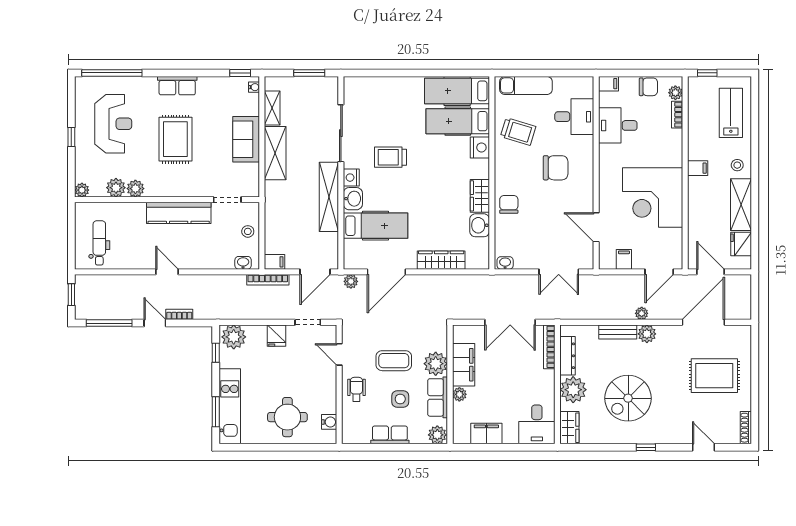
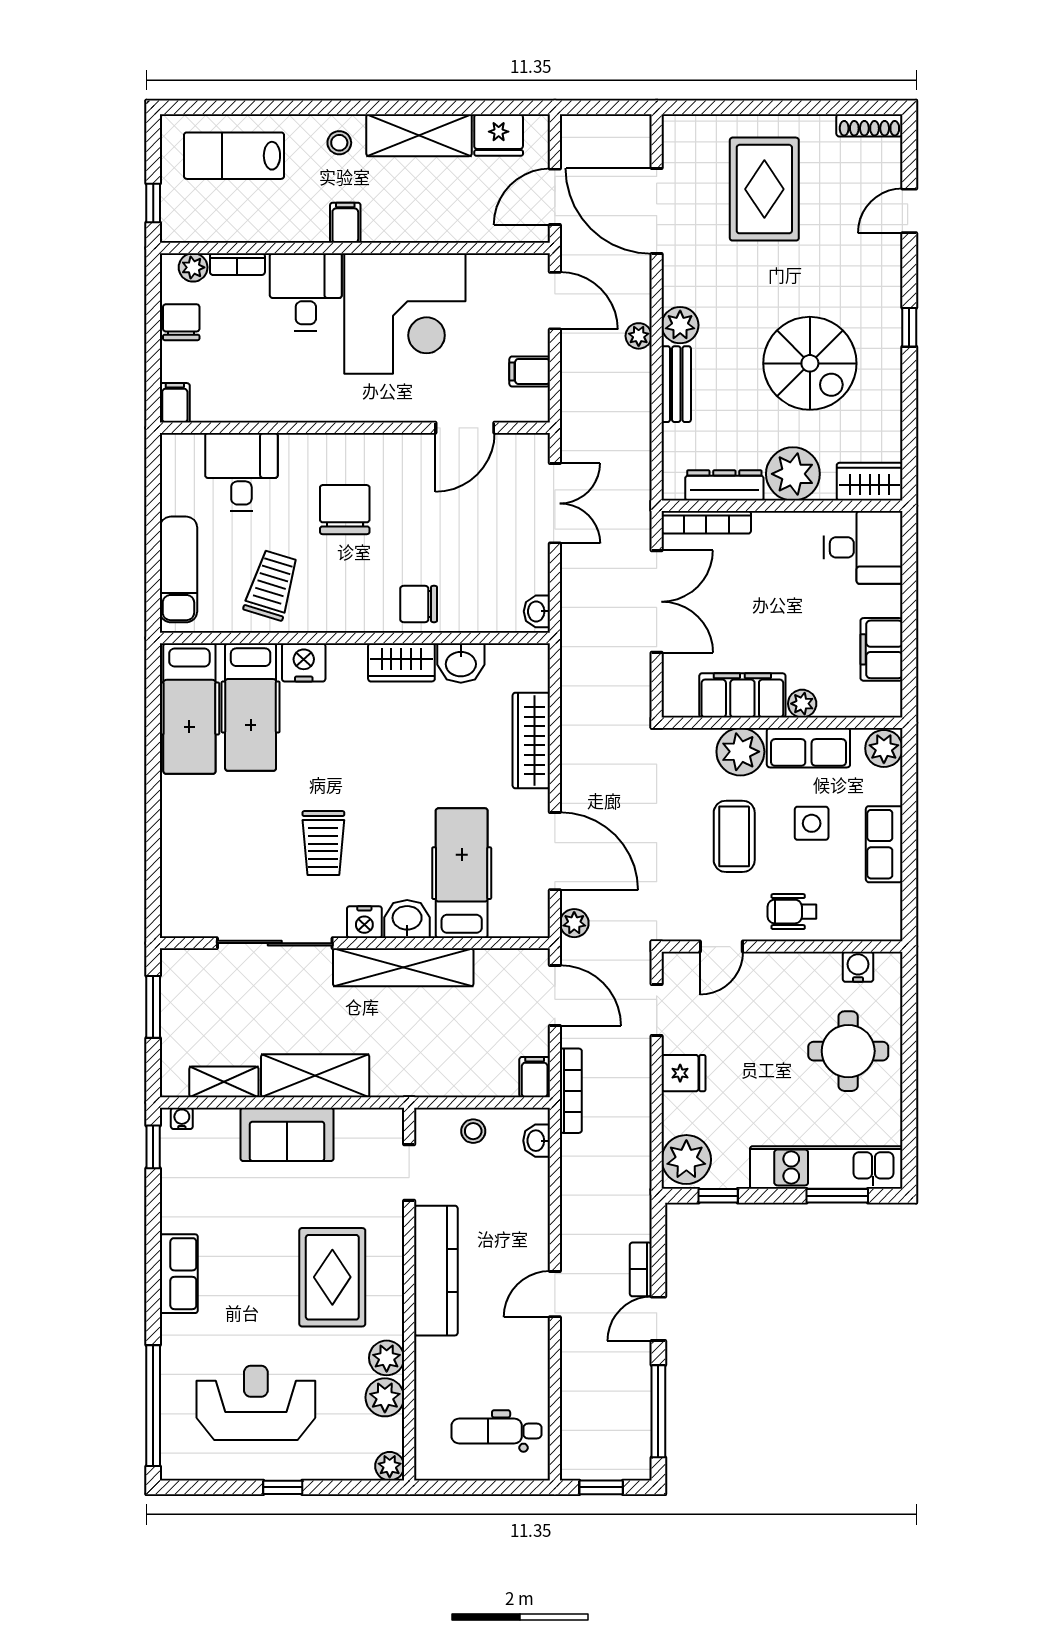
desk: (618, 125) -> (306, 292), moved, turned 180
rug: (175, 139) -> (332, 1277), moved, turned 90

